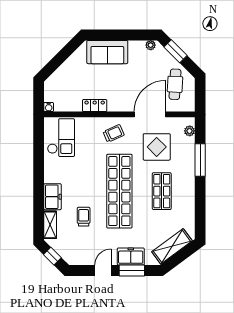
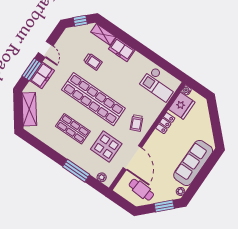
sofa: (107, 52) -> (193, 163), width x1.36
fridge: (67, 101) -> (182, 106), added

